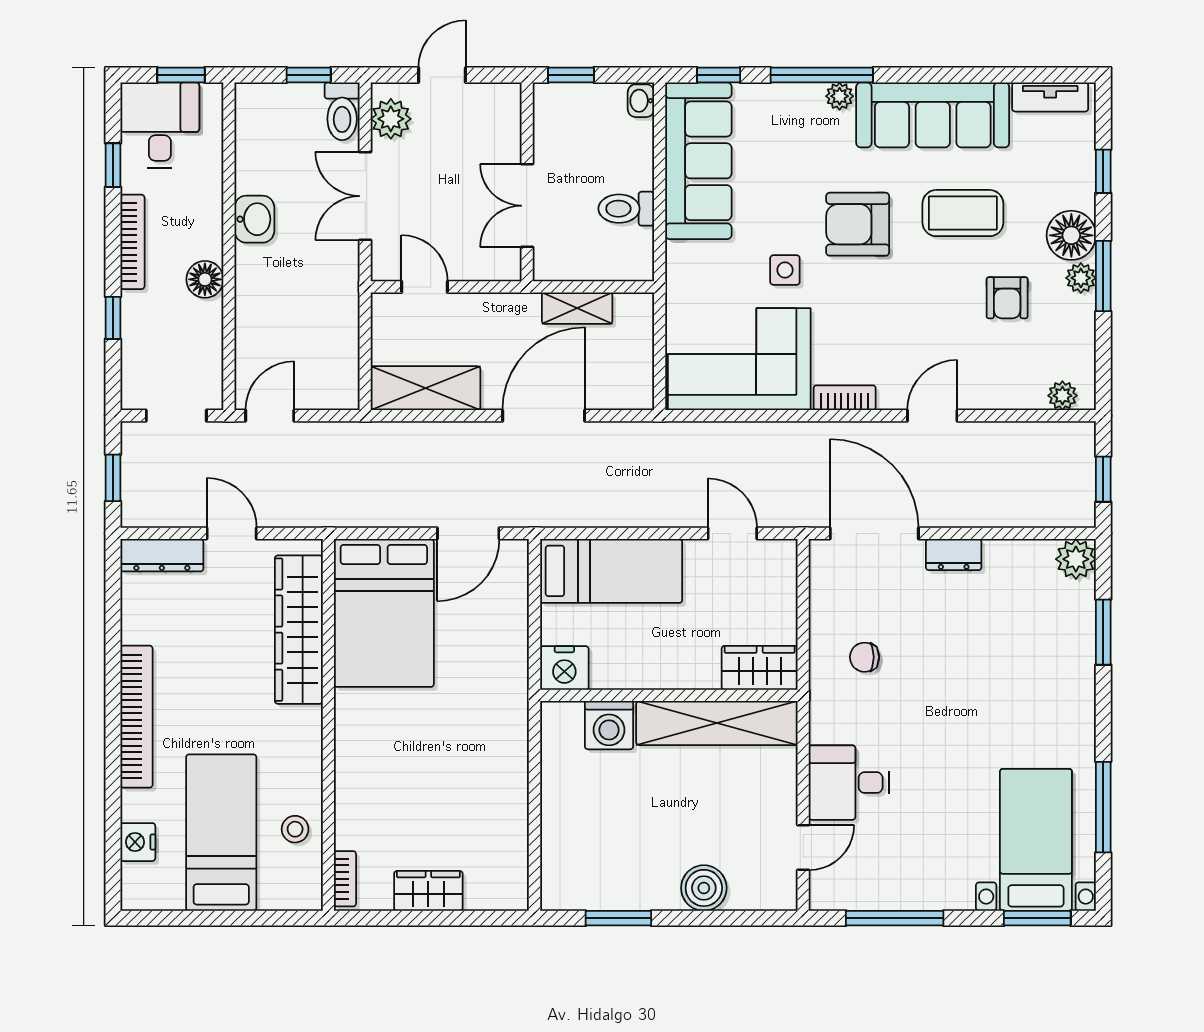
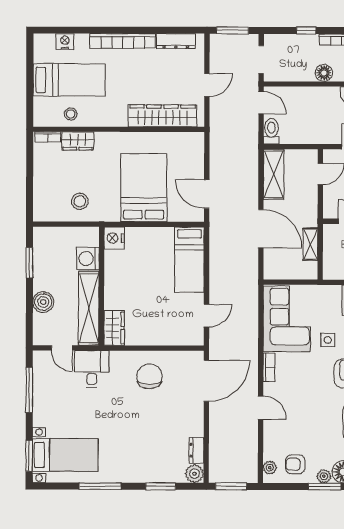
armchair: (1007, 298) -> (295, 464), moved
toilet: (332, 393) -> (271, 131), added
window: (113, 478) -> (233, 30), width x1.50
window: (1103, 479) -> (231, 486), width x1.50
dresser: (162, 555) -> (176, 41), moved, turned -90
dresser: (954, 555) -> (197, 450), moved
bed: (384, 613) -> (144, 188), moved, turned 90
chair: (865, 657) -> (149, 376), width x1.87, depth x1.87
nightstand: (564, 668) -> (114, 238), moved
wardrobe: (760, 668) -> (114, 328), moved
wall: (669, 695) -> (101, 286), moved
shelving: (717, 723) -> (89, 308), moved
washing machine: (609, 725) -> (88, 259), moved
window: (1103, 807) -> (100, 486), moved
stool: (485, 809) -> (80, 201), added
wardrobe: (428, 891) -> (78, 141), moved, turned 90

